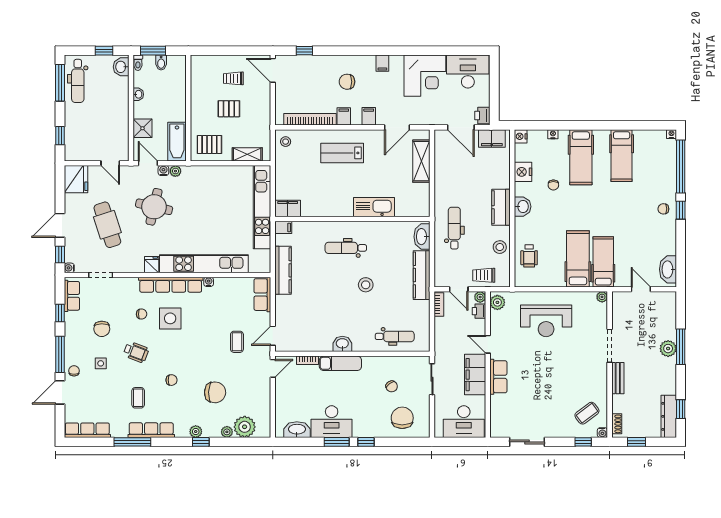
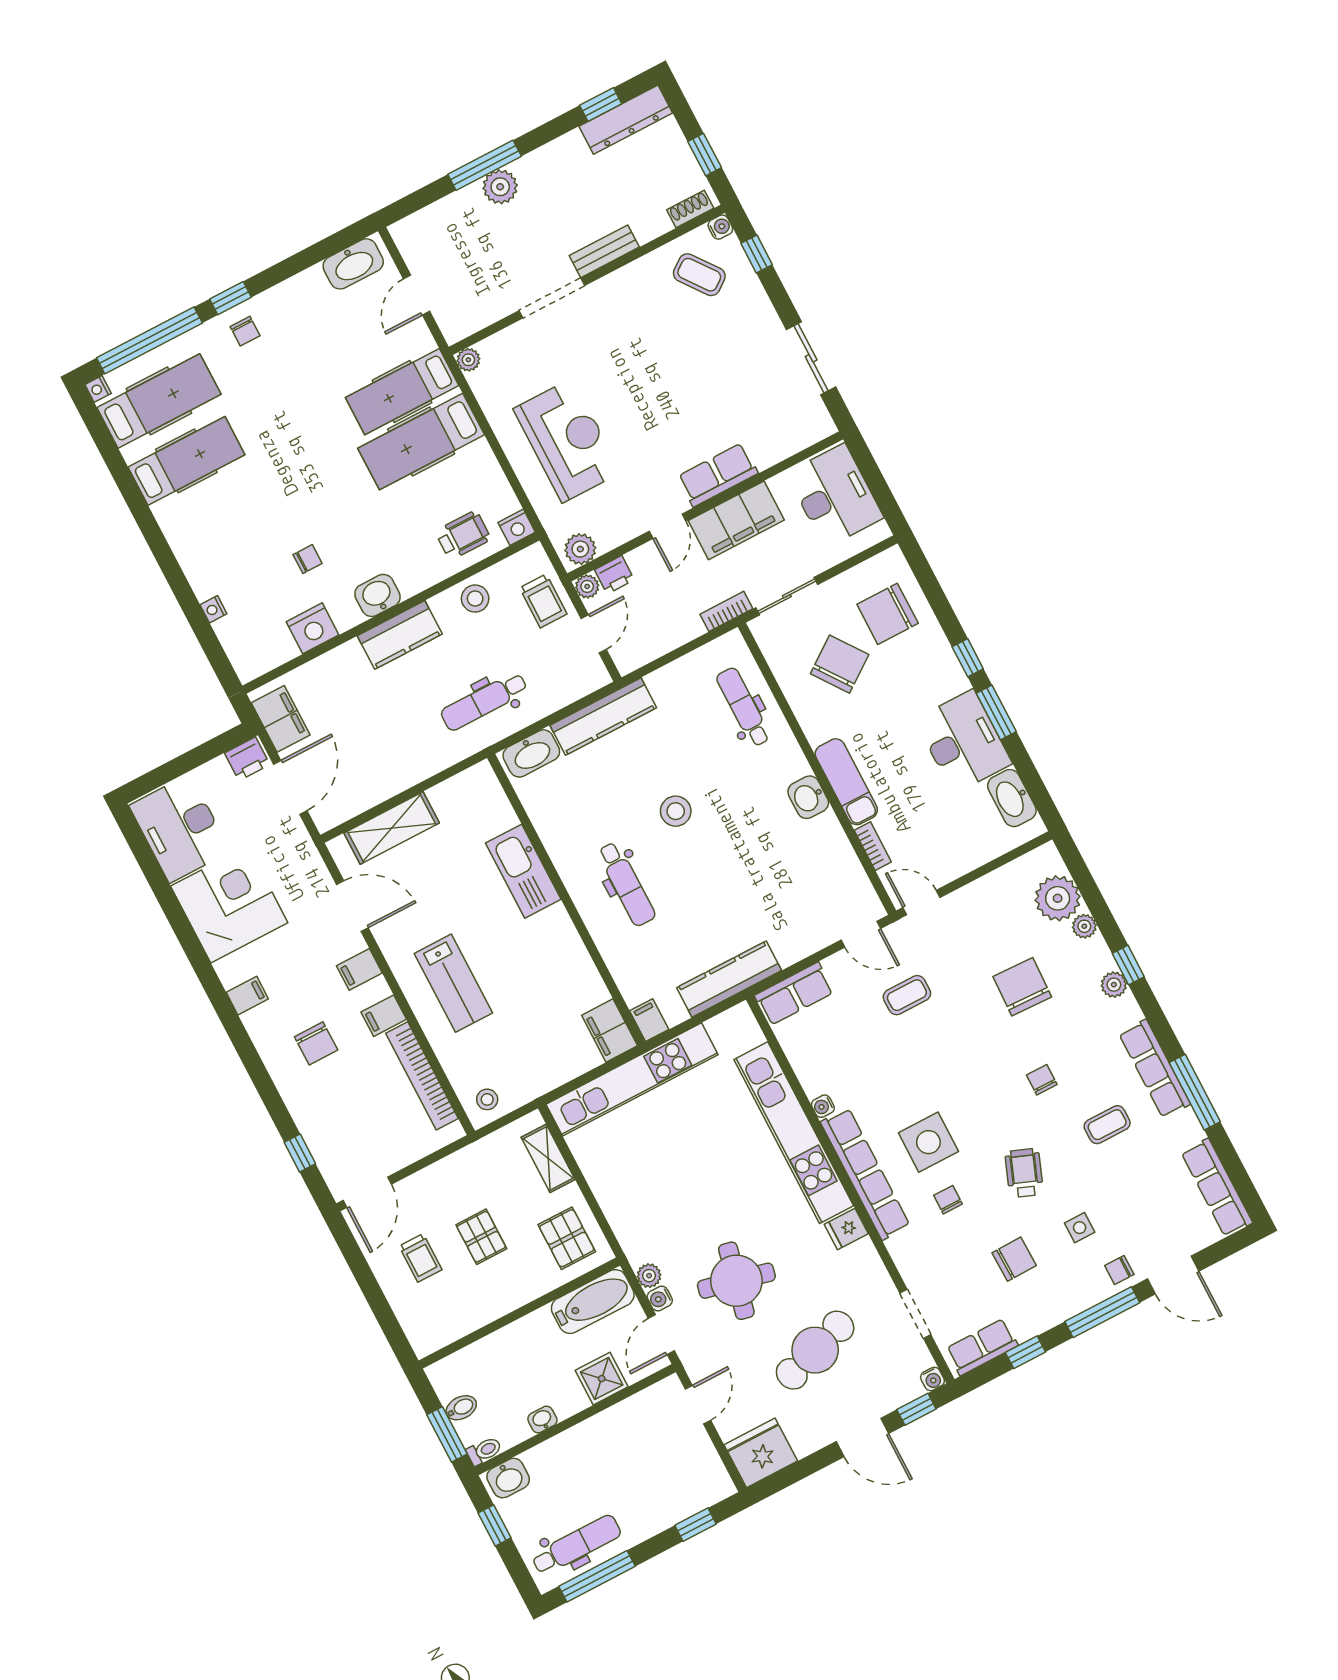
nightstand: (521, 136) -> (517, 527), moved
hospital bed: (581, 157) -> (159, 401), moved
bookcase: (439, 305) -> (726, 611), moved
chair: (392, 386) -> (840, 664), width x1.87, depth x1.87

